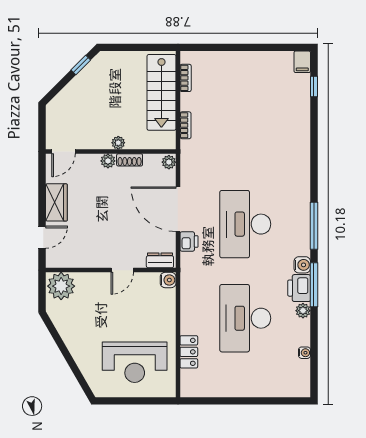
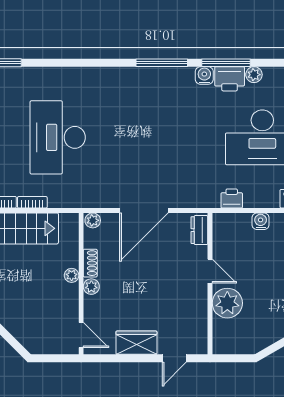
bookcase: (186, 125) -> (32, 202), moved
desk: (245, 224) -> (58, 137), moved, turned 90
door: (42, 237) -> (174, 358), swing flipped
printer: (189, 242) -> (232, 198), moved
water cooler: (168, 280) -> (261, 221), moved
plant: (61, 286) -> (227, 303), moved

